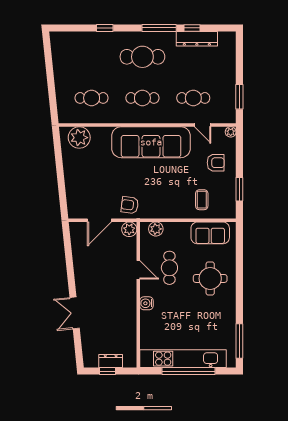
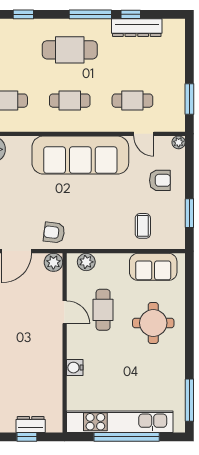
water cooler: (146, 303) -> (75, 368), moved

